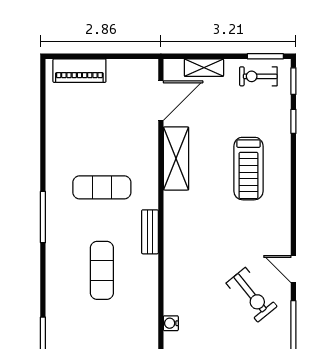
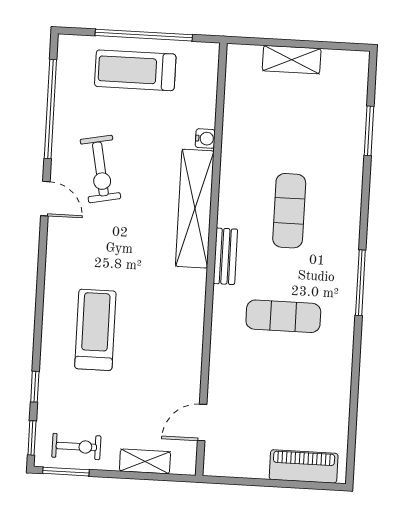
door: (161, 101) -> (202, 423), width x0.73
shelving: (176, 158) -> (195, 209), moved, width x1.47
exercise bike: (252, 295) -> (100, 169), turned -152

